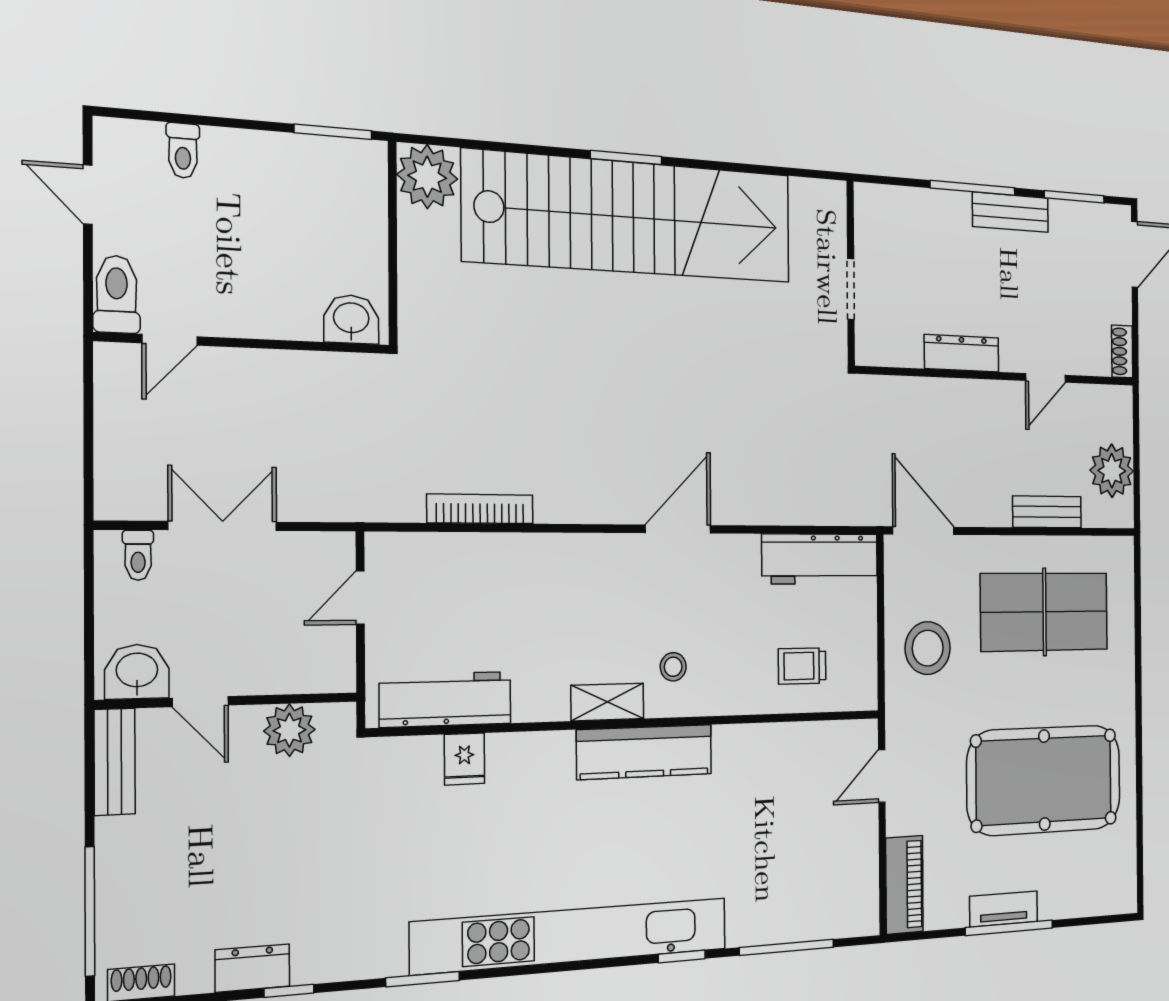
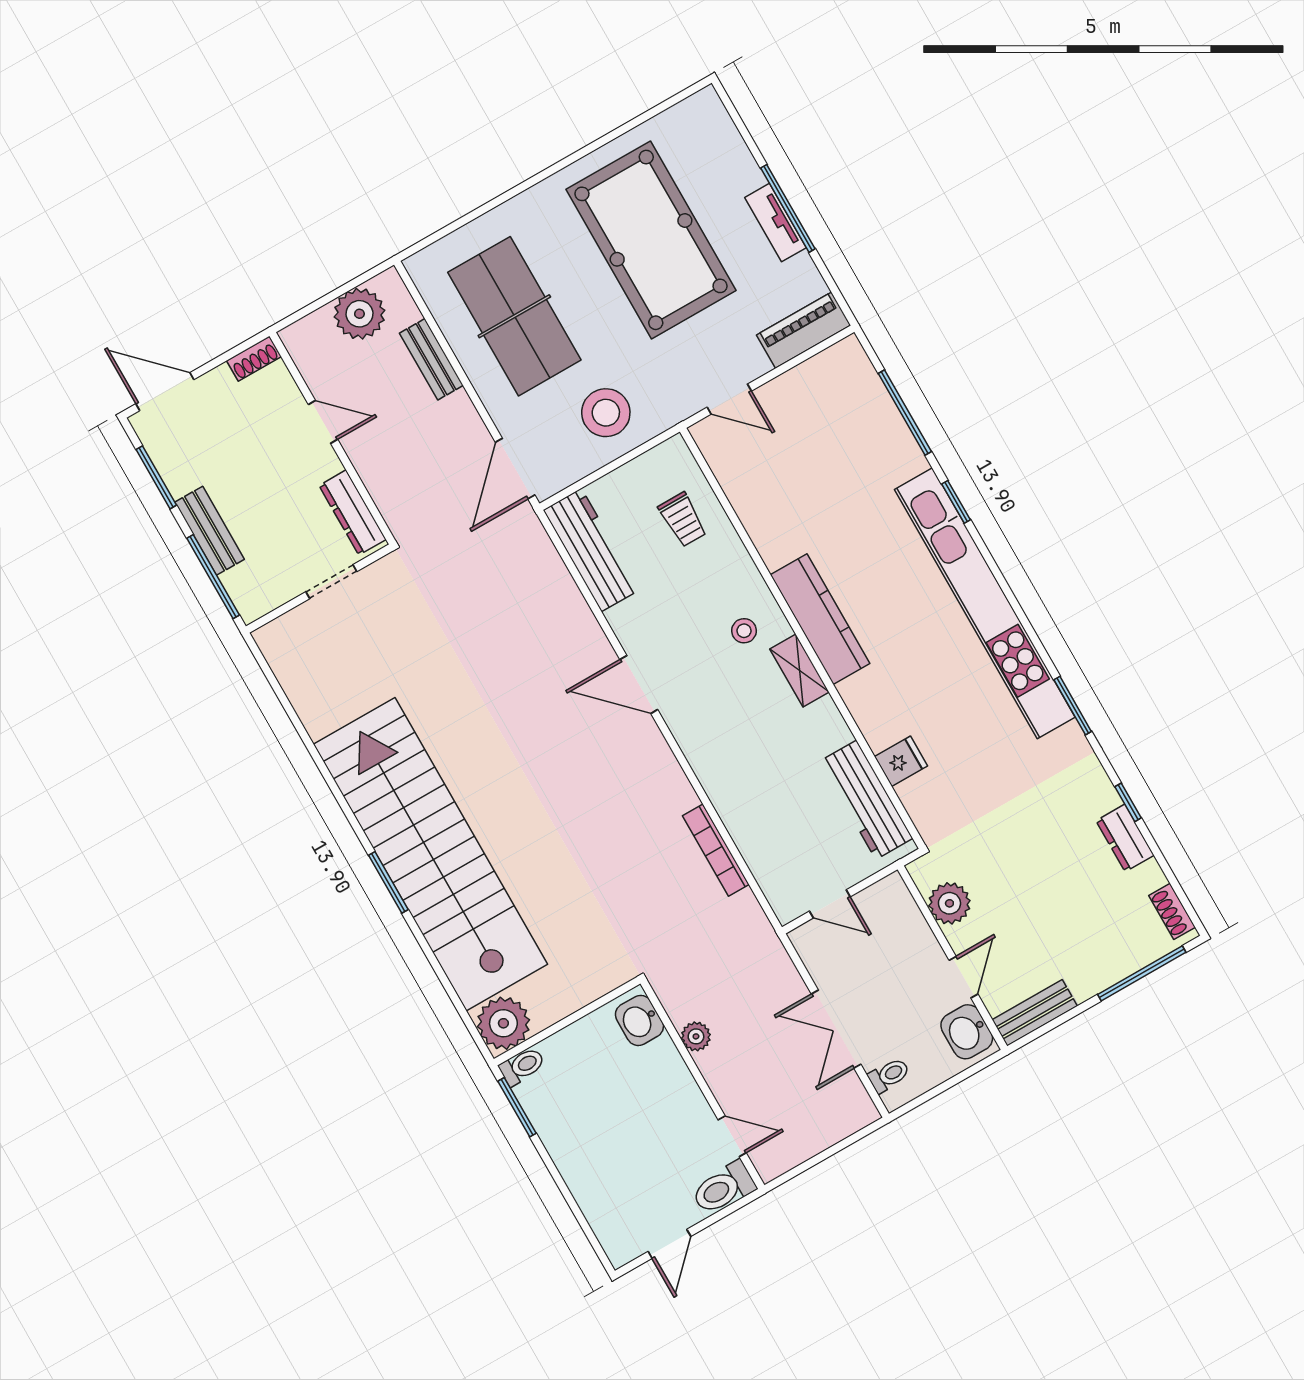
toilet: (183, 151) -> (522, 1066), moved
wall: (851, 273) -> (319, 589), moved
doorway: (851, 289) -> (331, 582), moved
plant: (301, 369) -> (696, 1036), added

